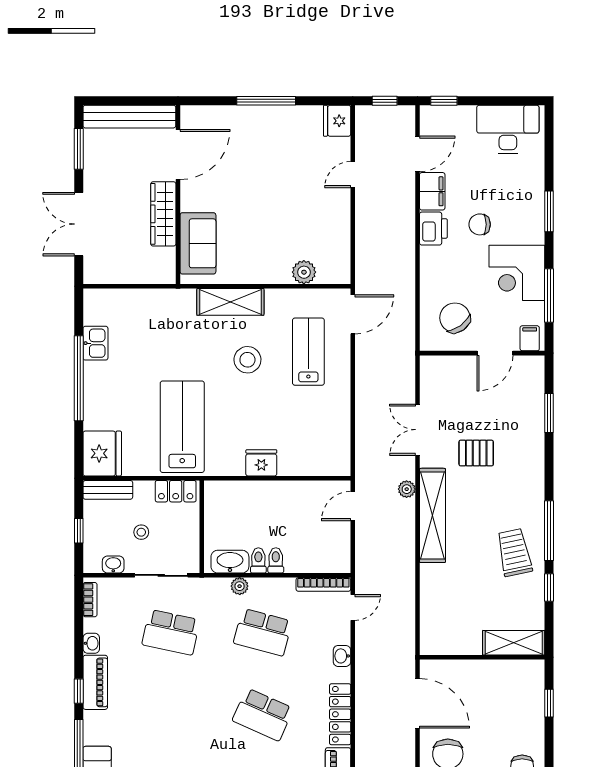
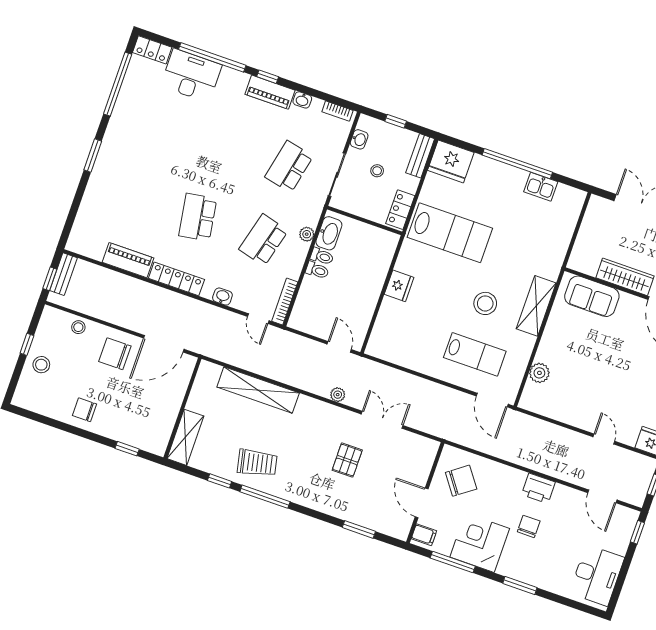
filing cabinet: (432, 191) -> (568, 498), removed
shelving: (432, 515) -> (258, 390), moved
school desk: (263, 714) -> (198, 217), turned -33

